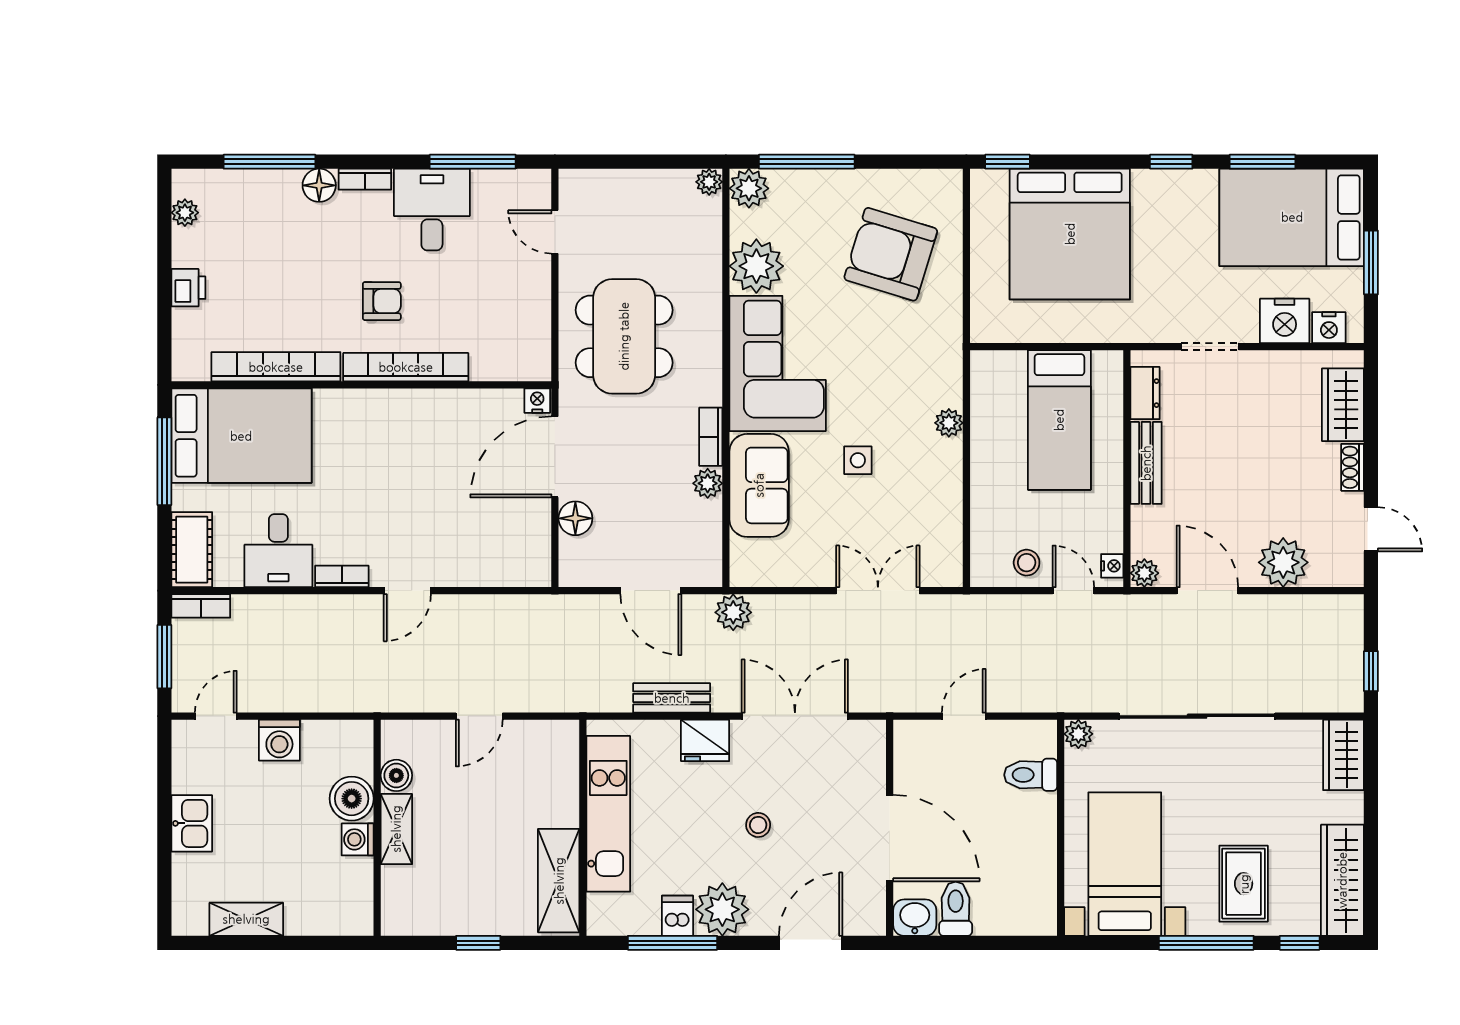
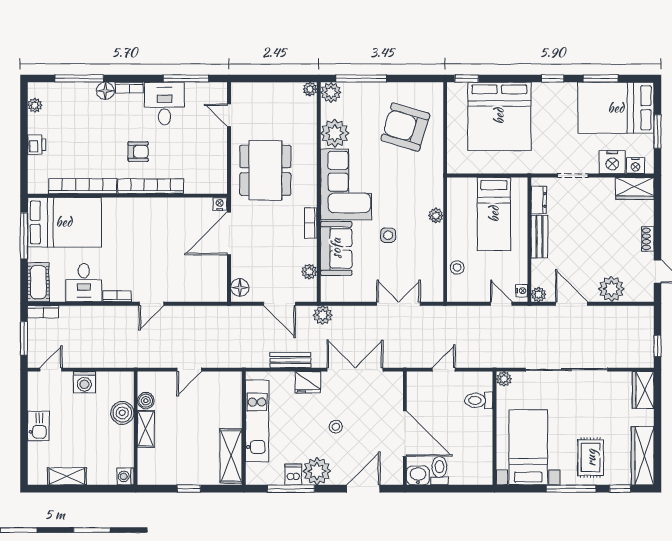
wardrobe: (1343, 405) -> (635, 188), moved, turned -90
plant: (708, 483) -> (309, 272), moved
floor lamp: (575, 518) -> (240, 288), moved
stool: (1027, 563) -> (457, 268), moved
washing machine: (358, 839) -> (125, 476), moved

